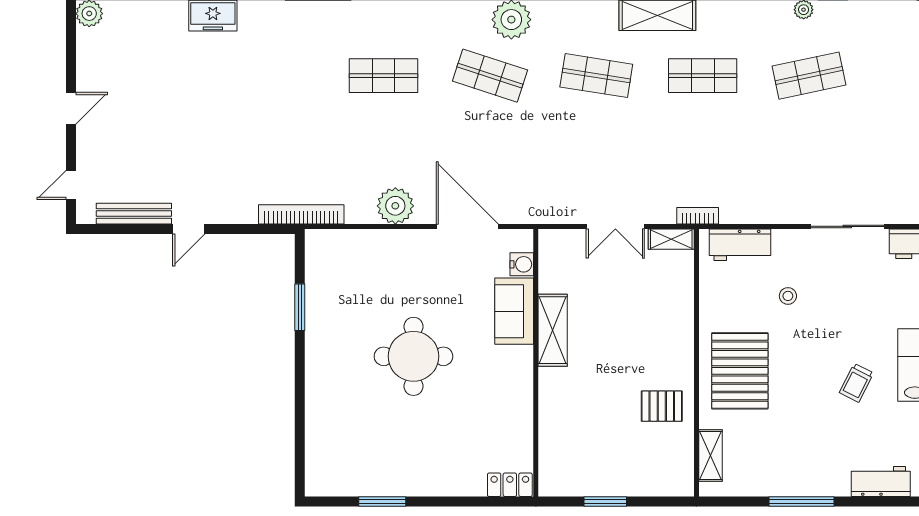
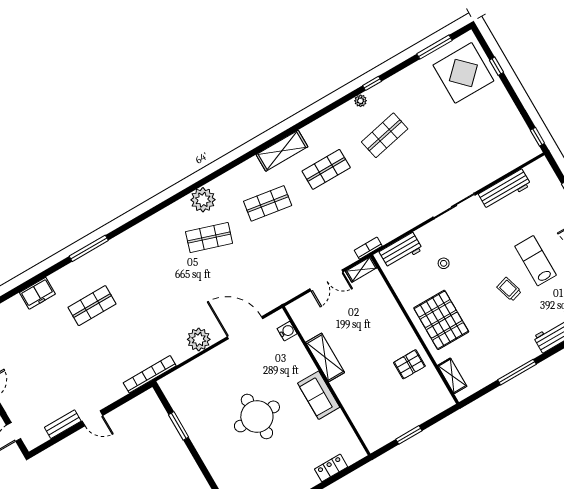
shop shelf: (384, 76) -> (92, 306), moved
bench: (134, 214) -> (63, 424), width x0.73
door: (189, 229) -> (92, 418), hinge flipped
sofa: (514, 311) -> (319, 395), moved
trolley: (856, 383) -> (509, 289), turned 136
locker: (510, 485) -> (331, 468), moved

